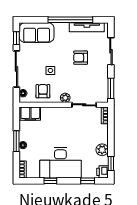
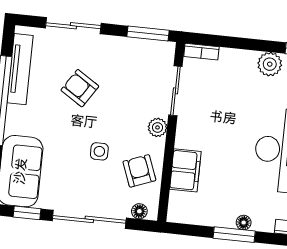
armchair: (81, 58) -> (80, 88), turned 123
armchair: (43, 91) -> (139, 171), turned 69
filing cabinet: (30, 114) -> (185, 170), moved

